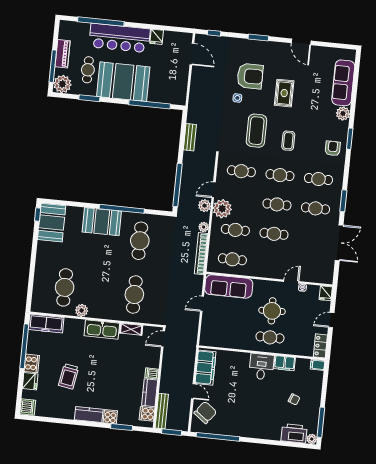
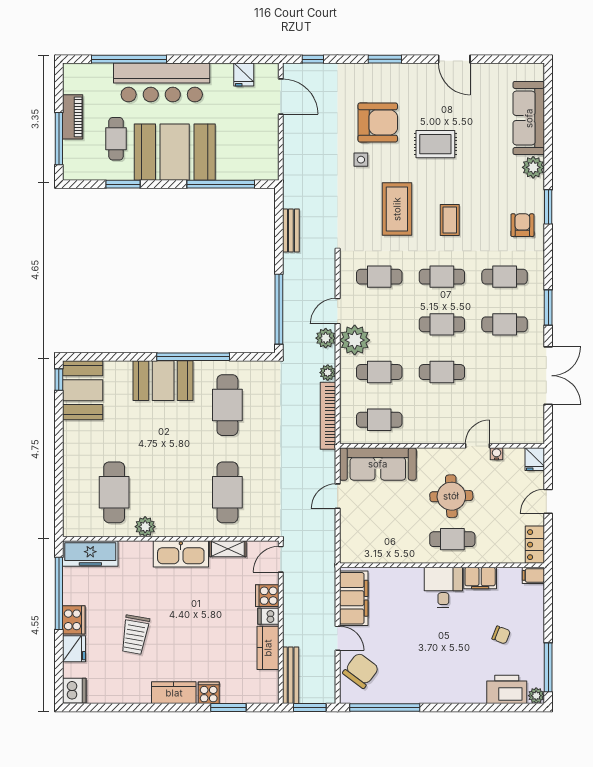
fridge: (157, 37) -> (244, 74), moved
plant: (62, 84) -> (77, 166), removed
rug: (284, 93) -> (435, 144), turned 90
cooker: (147, 414) -> (267, 596), moved

